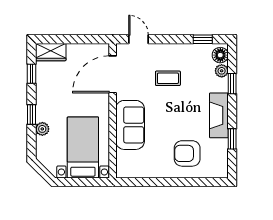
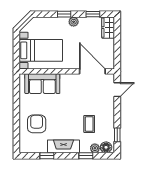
coffee table: (168, 78) -> (89, 124), moved
sofa: (130, 125) -> (42, 84), moved
plant: (42, 129) -> (74, 22), moved

